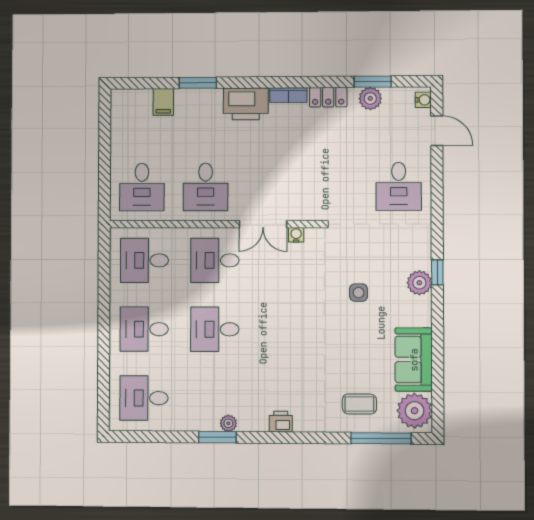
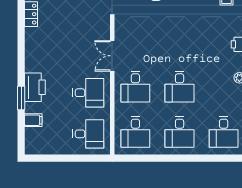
bookcase: (288, 95) -> (29, 40), removed
printer: (246, 104) -> (35, 87), moved
double door: (263, 224) -> (112, 56), swing flipped
water cooler: (296, 235) -> (119, 35), removed

